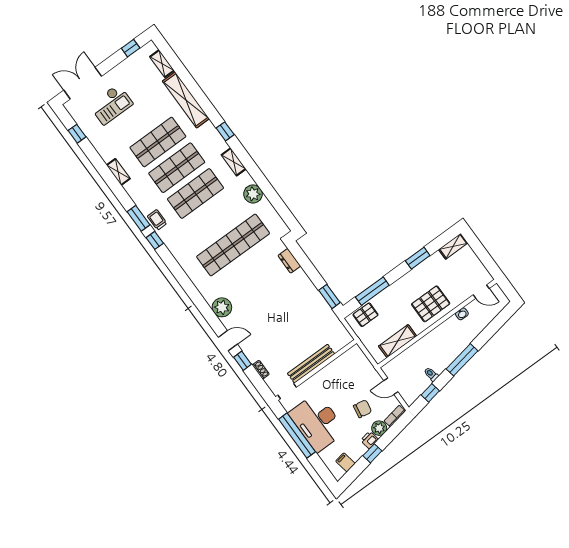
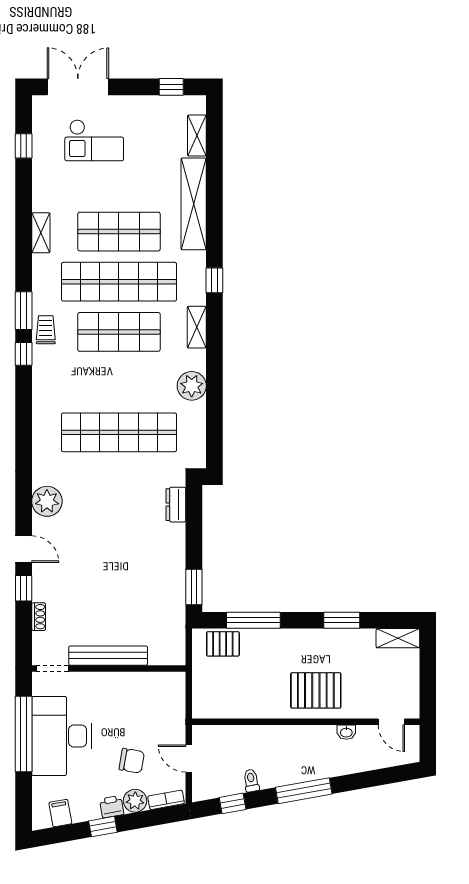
shop shelf: (177, 168) -> (119, 282), width x1.40
shelving: (398, 341) -> (239, 707), removed

